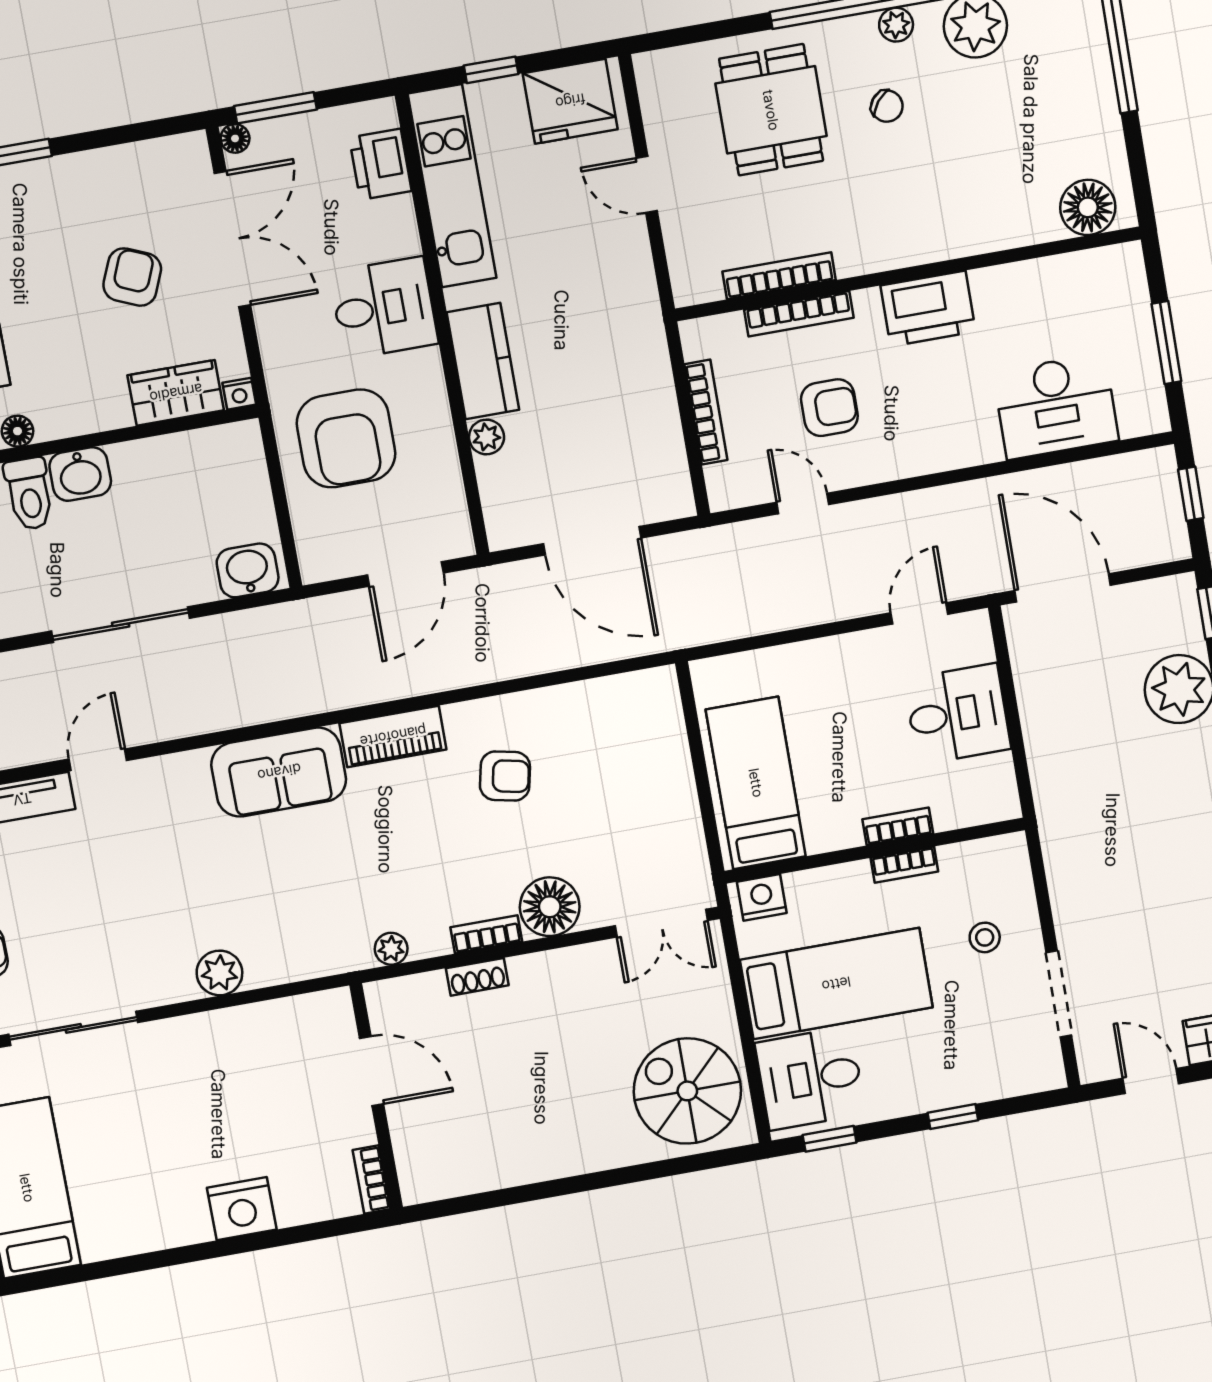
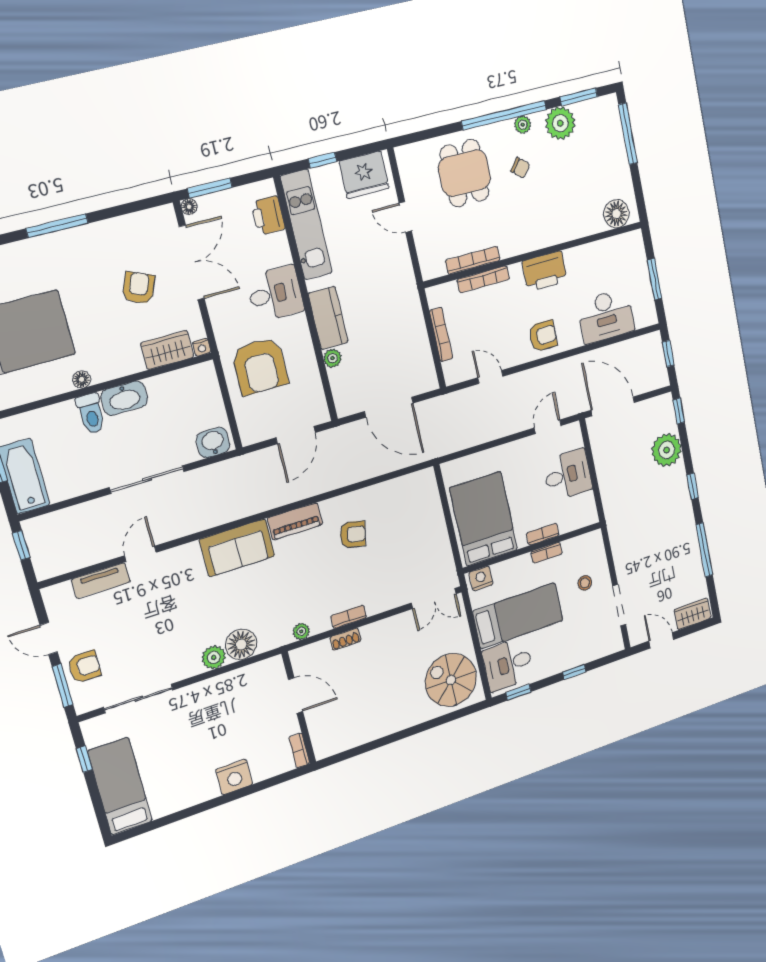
armchair: (829, 408) -> (543, 336), moved
washbasin: (80, 474) -> (124, 398), width x1.38
bed: (756, 783) -> (484, 519), width x1.50
floor lamp: (550, 907) -> (241, 644), moved

